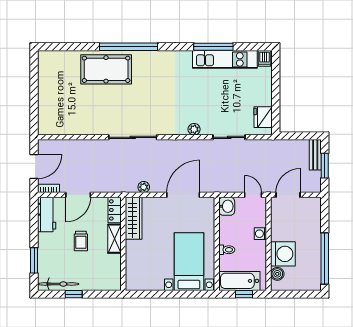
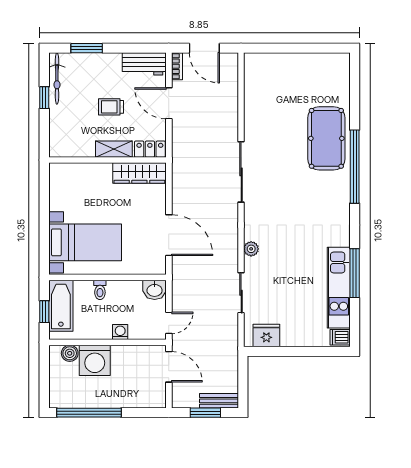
plant: (144, 187) -> (179, 186), removed

